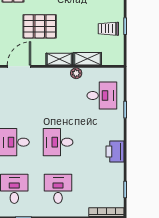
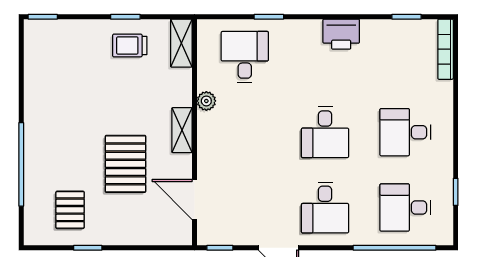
trolley: (108, 29) -> (130, 45), turned 90
shelving: (87, 59) -> (181, 43), moved

